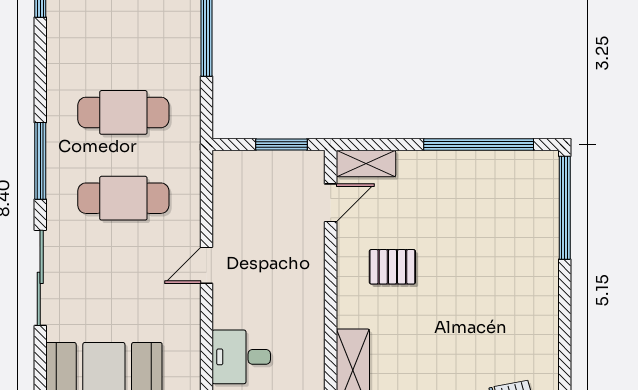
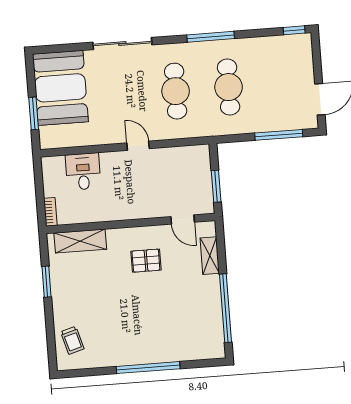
window: (40, 161) -> (211, 37), moved
shelving: (366, 164) -> (210, 256), moved
window: (565, 208) -> (148, 368), moved
pallet: (392, 267) -> (146, 261), turned 90

